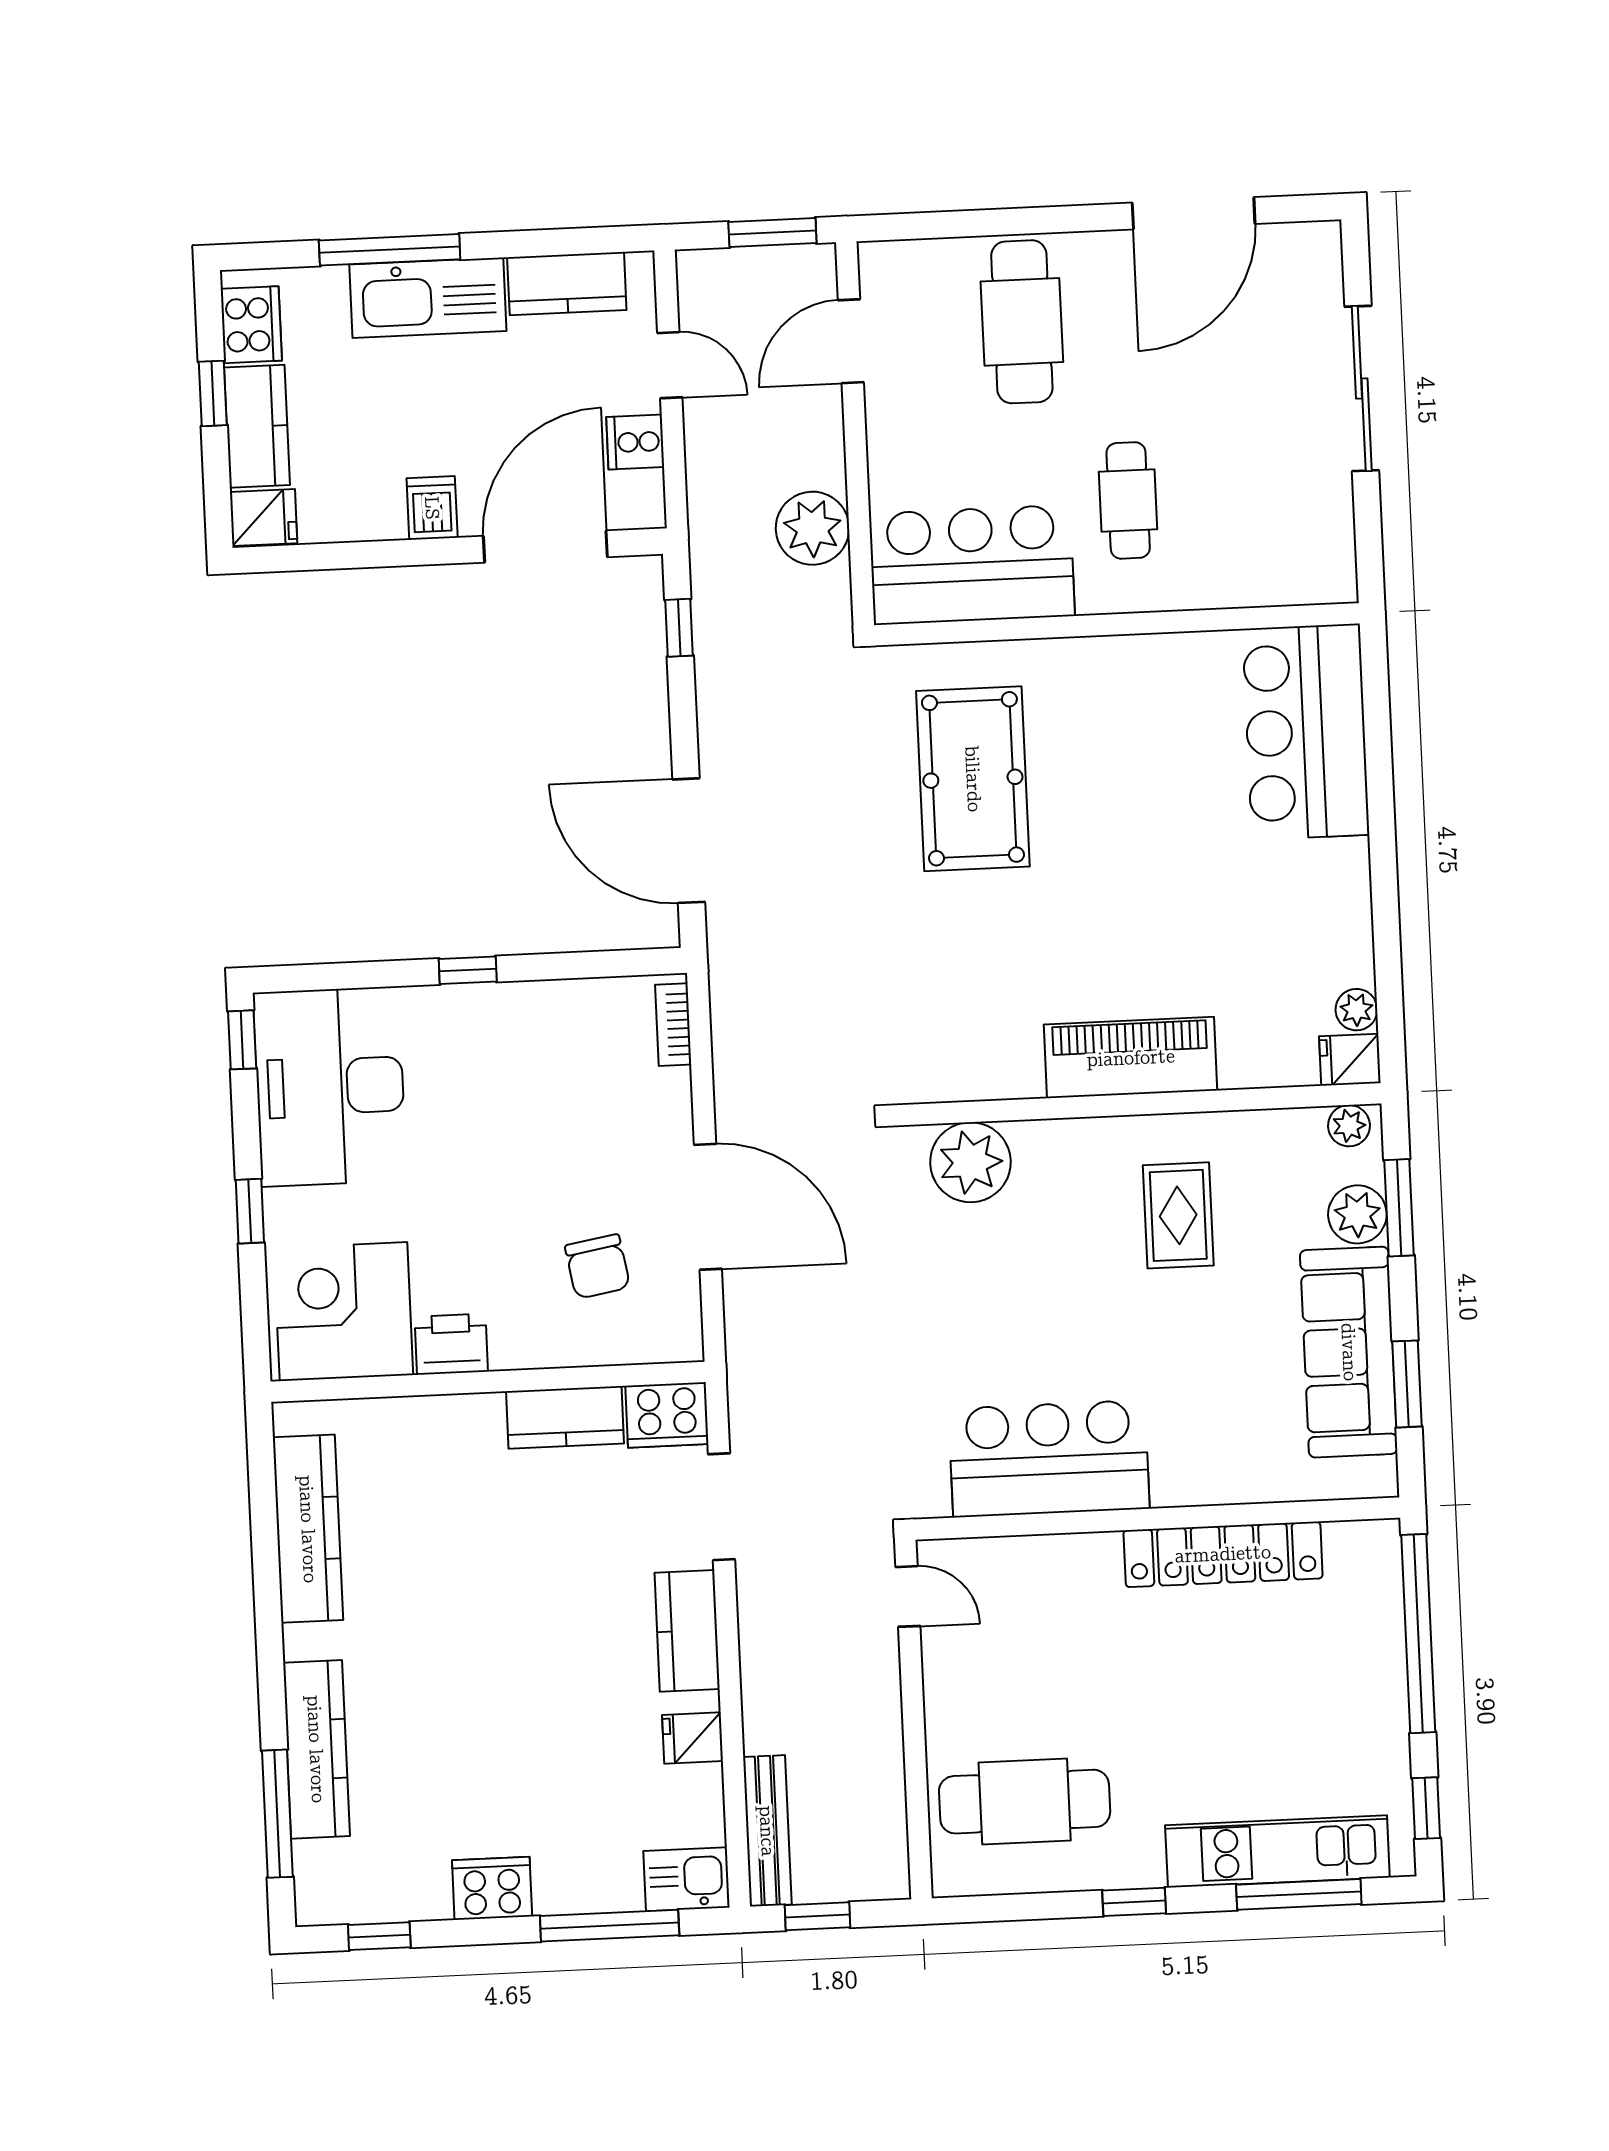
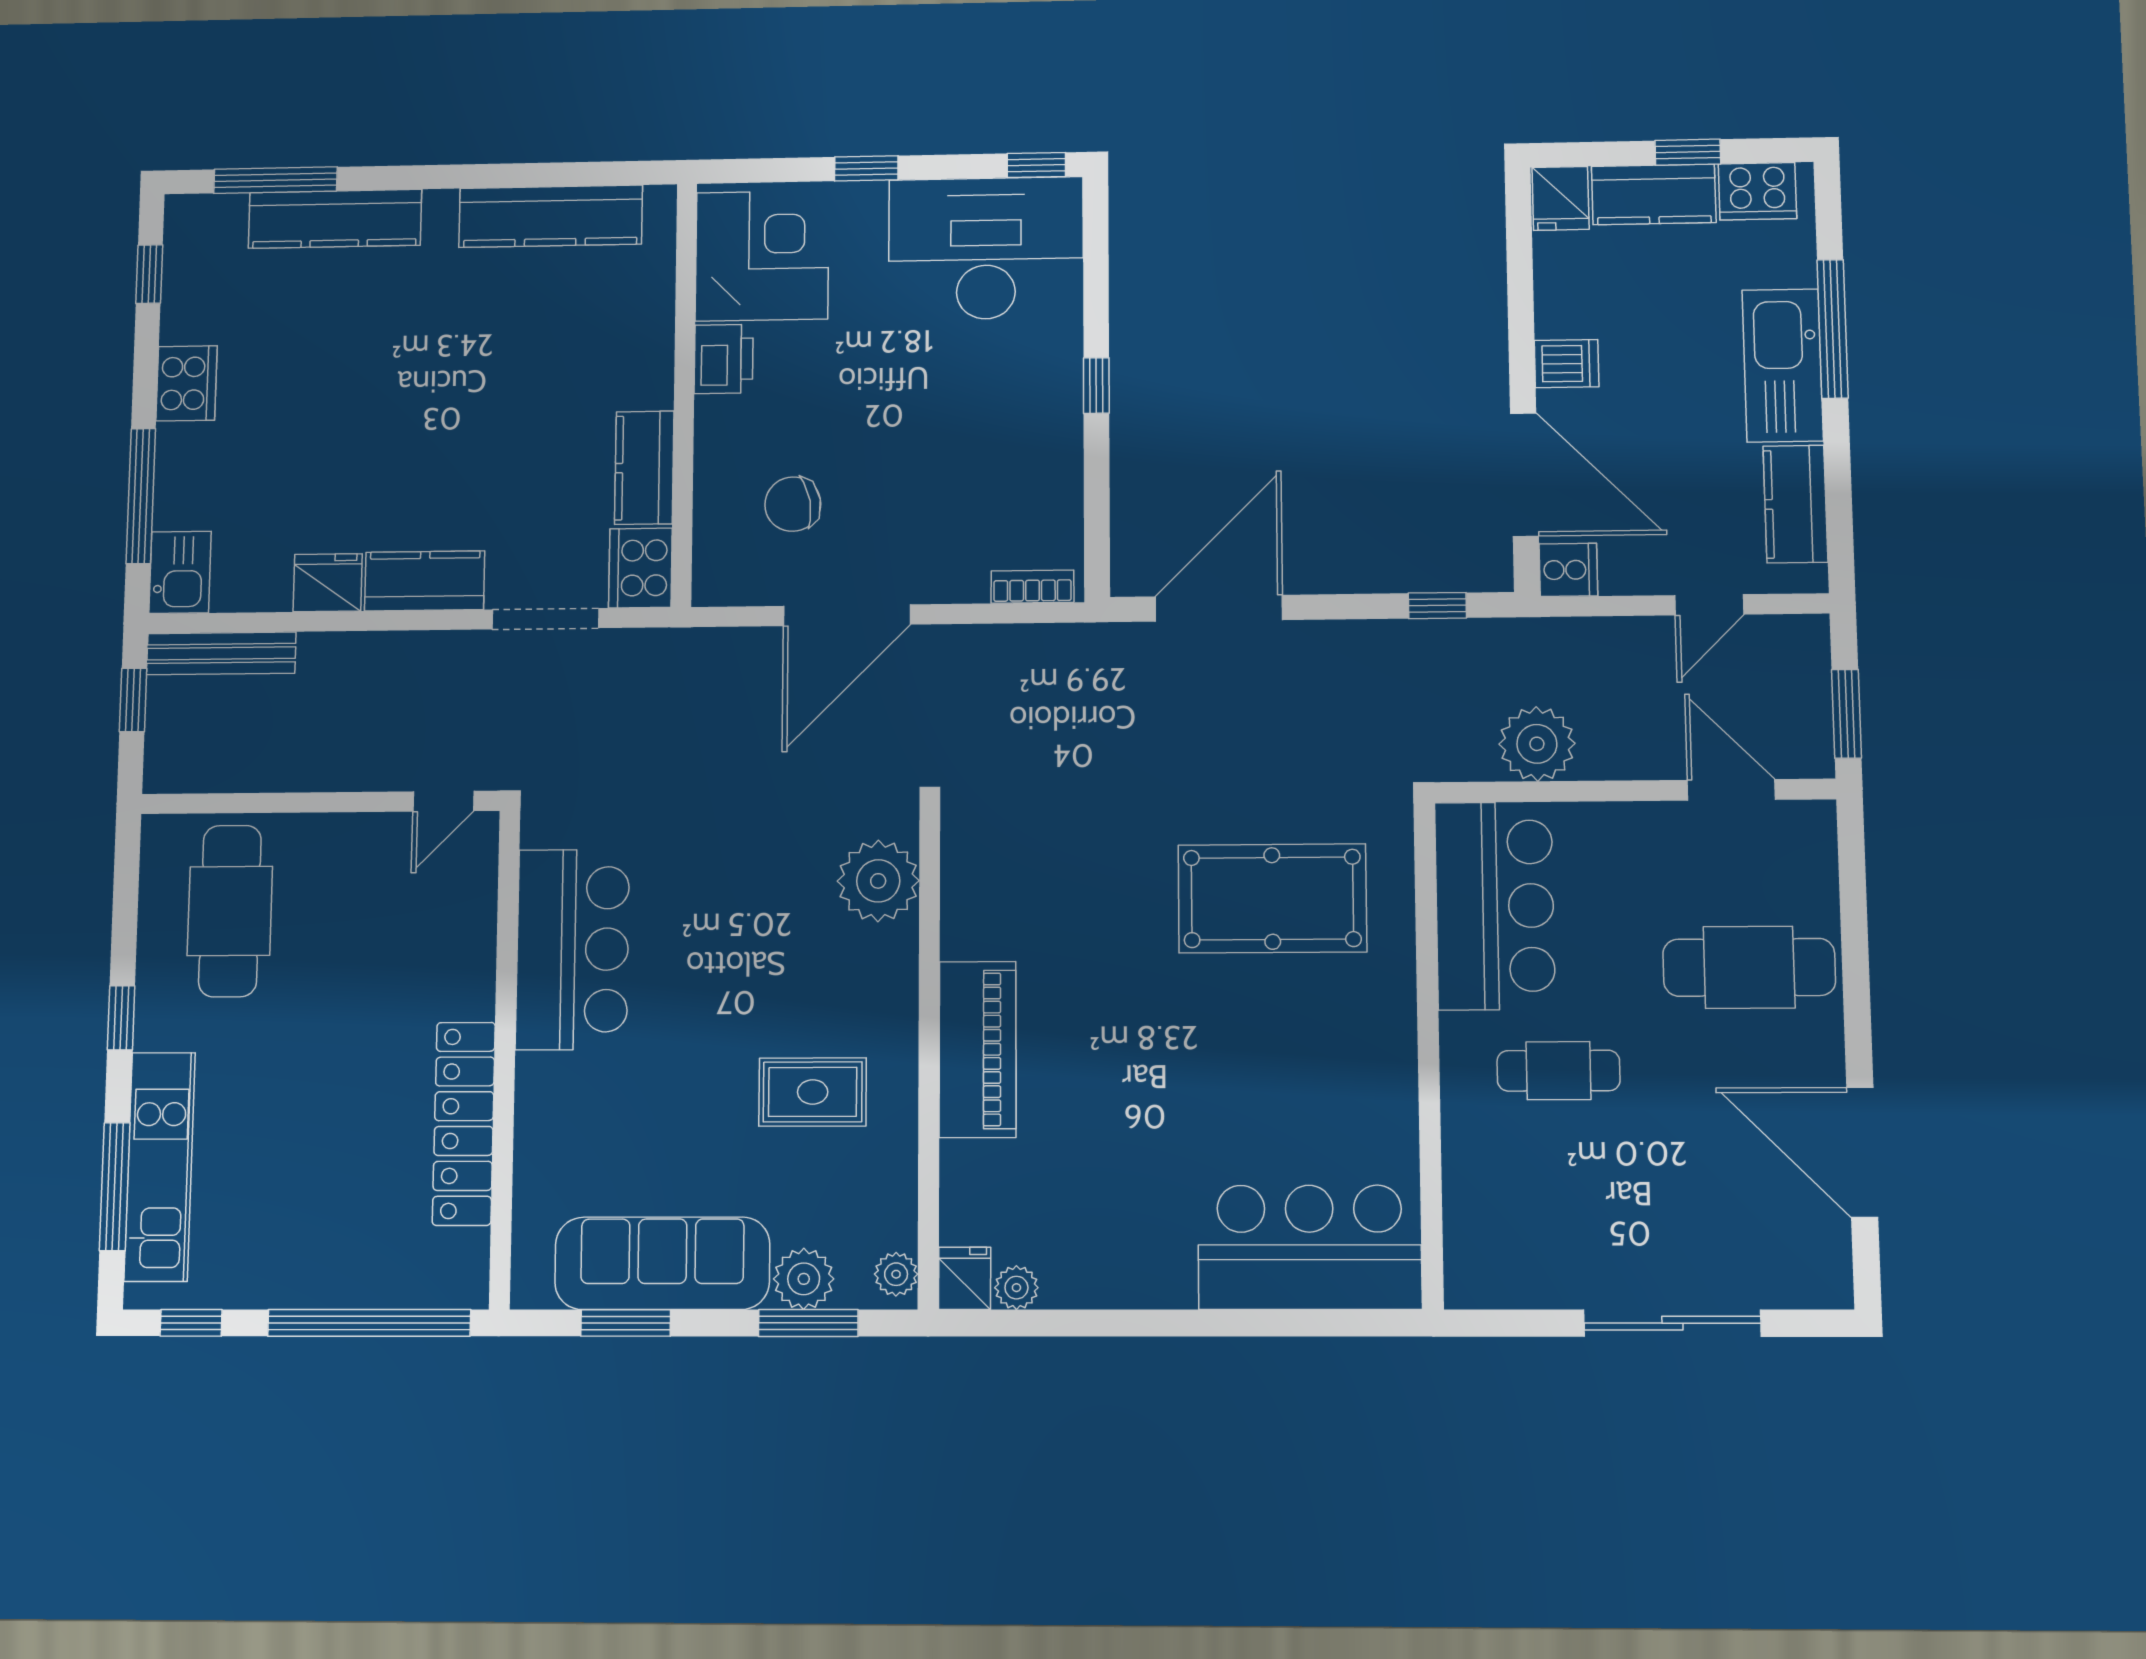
cooker: (635, 442) -> (1568, 570), moved, turned 90
fridge: (693, 1738) -> (328, 583), width x1.38

